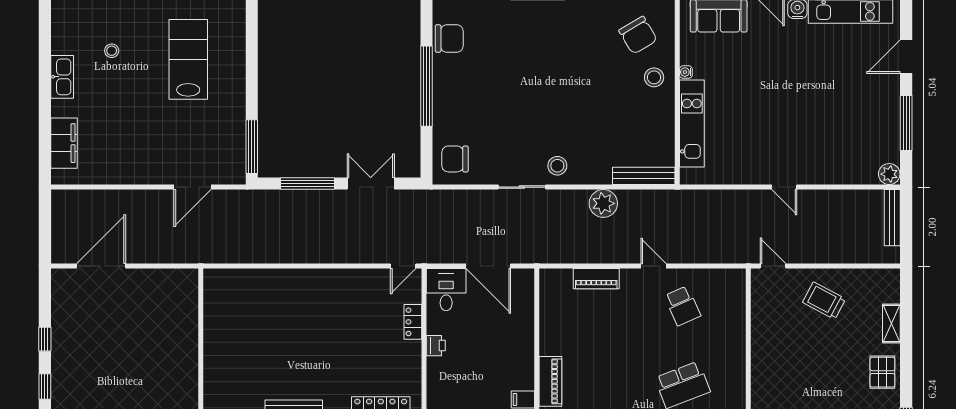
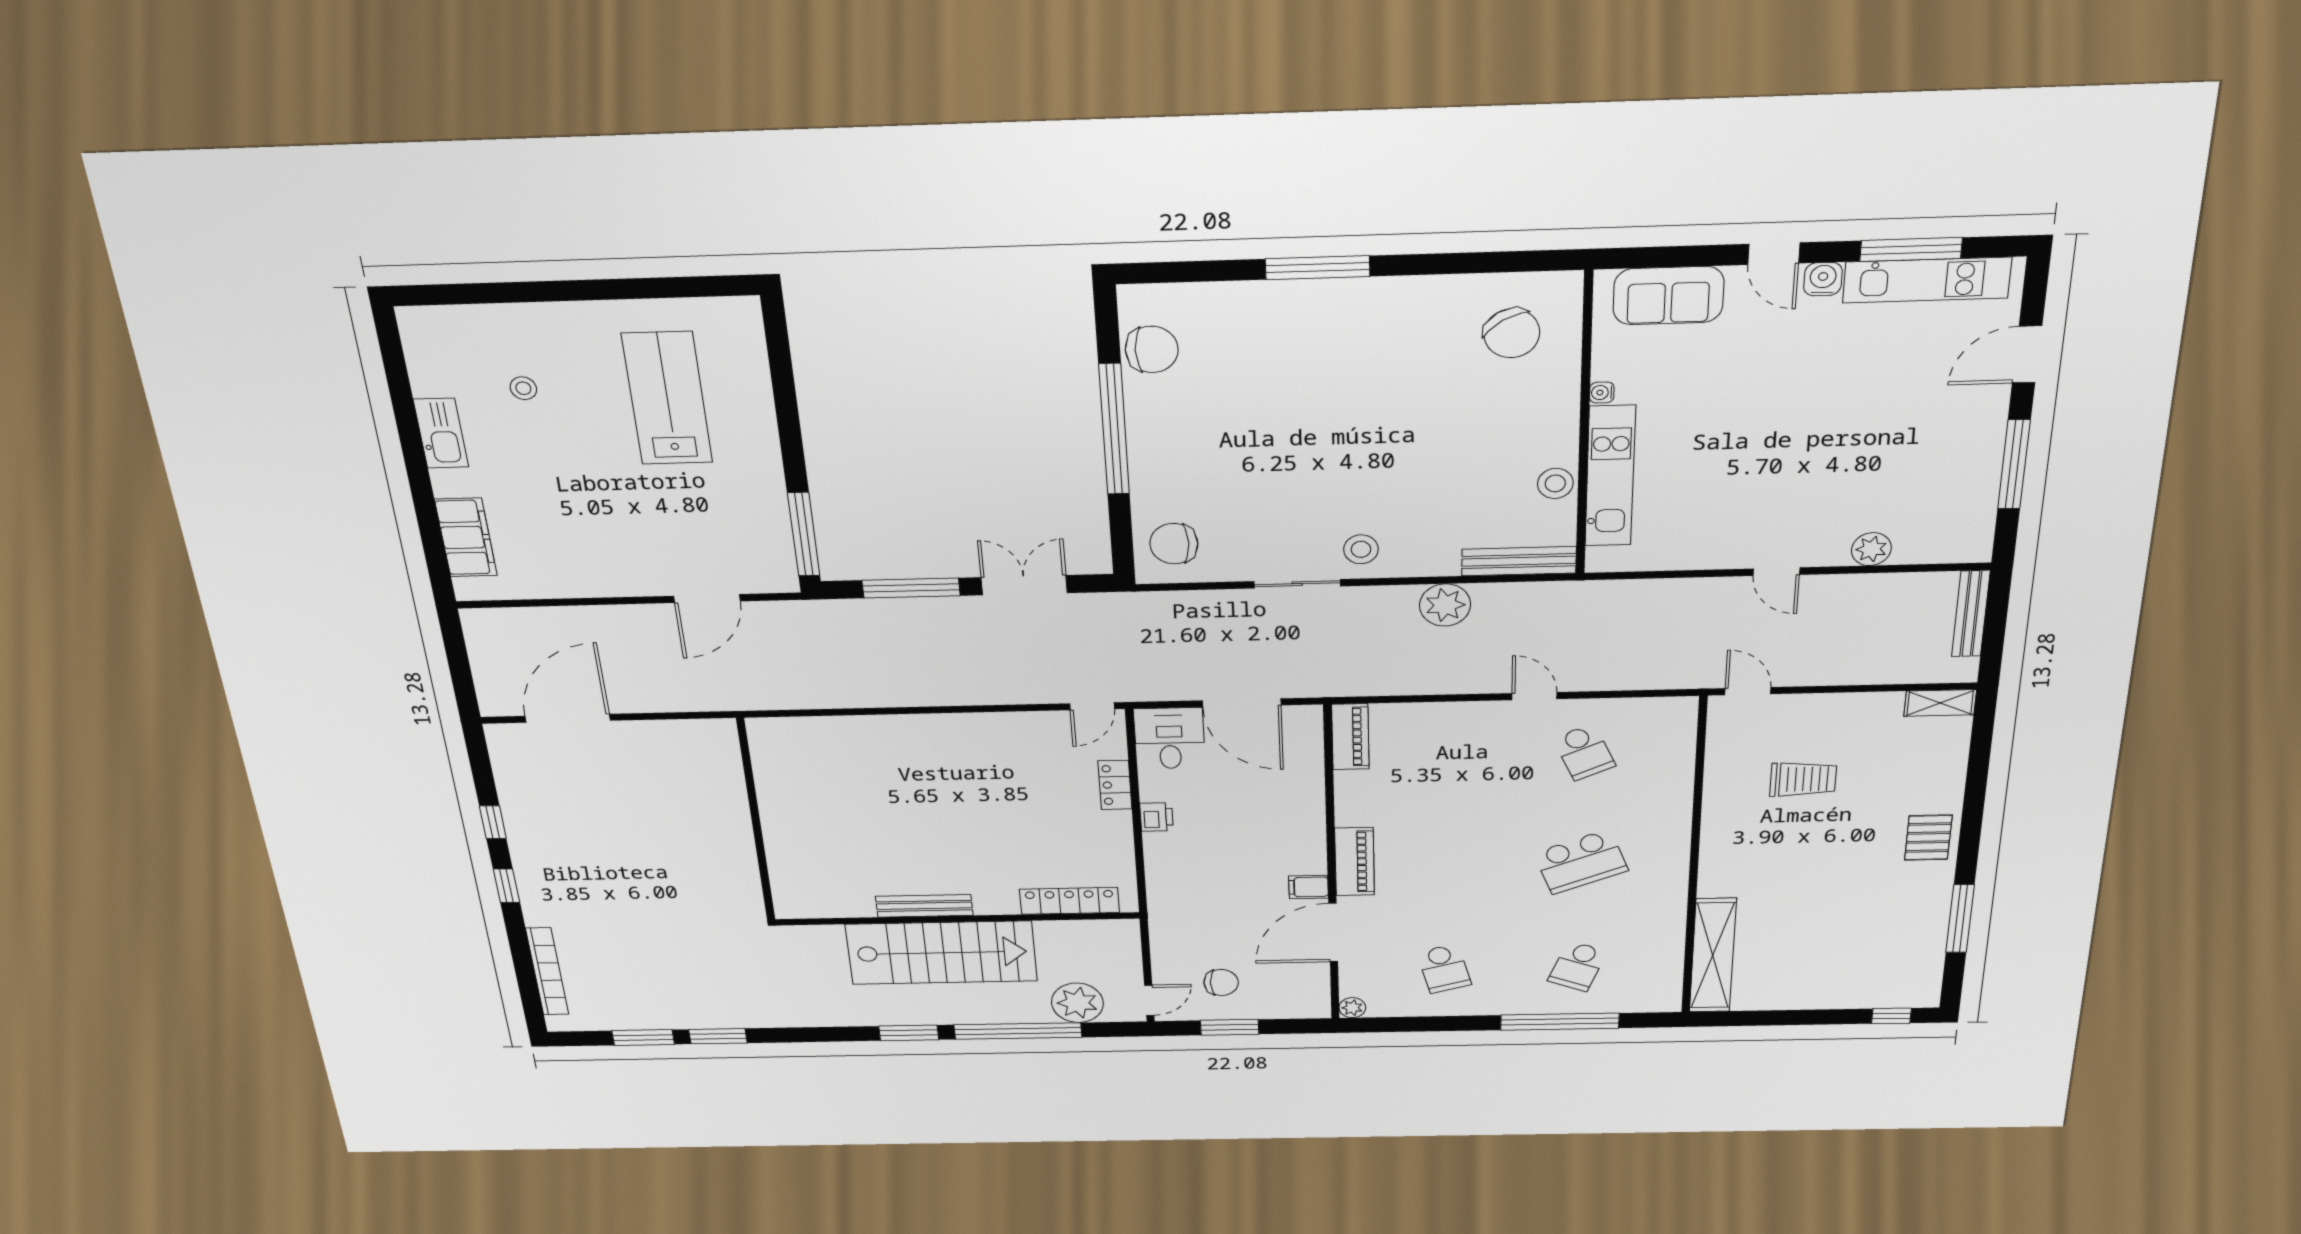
stool: (654, 77) -> (1555, 483), moved
plant: (889, 174) -> (1871, 549), moved
piano: (596, 279) -> (1350, 737), moved, turned -90
trolley: (824, 301) -> (1803, 779), moved, turned 152
shelving: (891, 323) -> (1940, 703), moved, turned 90

